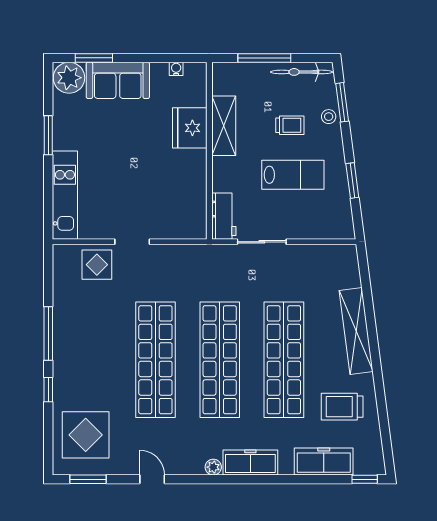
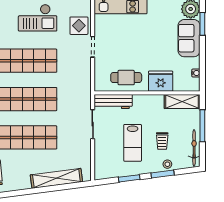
window: (342, 102) -> (163, 174), moved
shelving: (224, 126) -> (182, 101), moved
cafe table: (184, 186) -> (126, 78), added
workbench: (224, 216) -> (113, 102), width x1.38
shelving: (356, 331) -> (56, 178), moved
checkout: (84, 334) -> (38, 18), added

